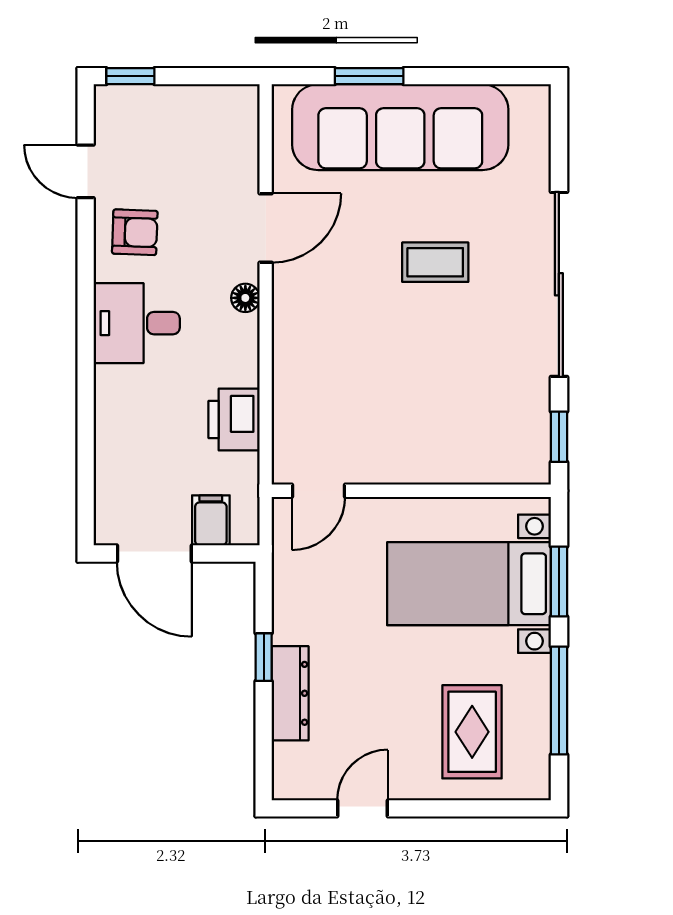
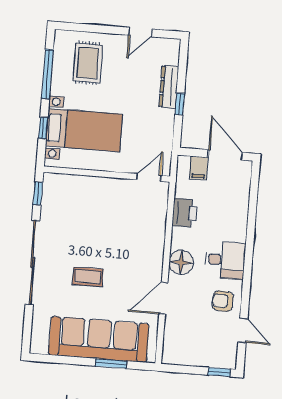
floor lamp: (245, 298) -> (181, 262), width x1.89, depth x1.89
window: (559, 581) -> (43, 128), width x0.67

